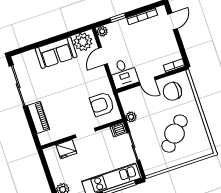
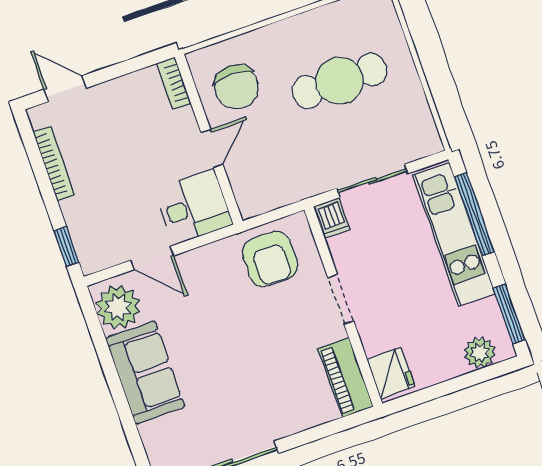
window: (118, 18) -> (66, 247), moved
plant: (102, 31) -> (92, 261), removed
piano: (39, 117) -> (346, 377), moved, turned -90
plant: (131, 117) -> (300, 187), removed
cafe table: (174, 134) -> (340, 81), turned -44
fridge: (66, 149) -> (391, 373), moved

